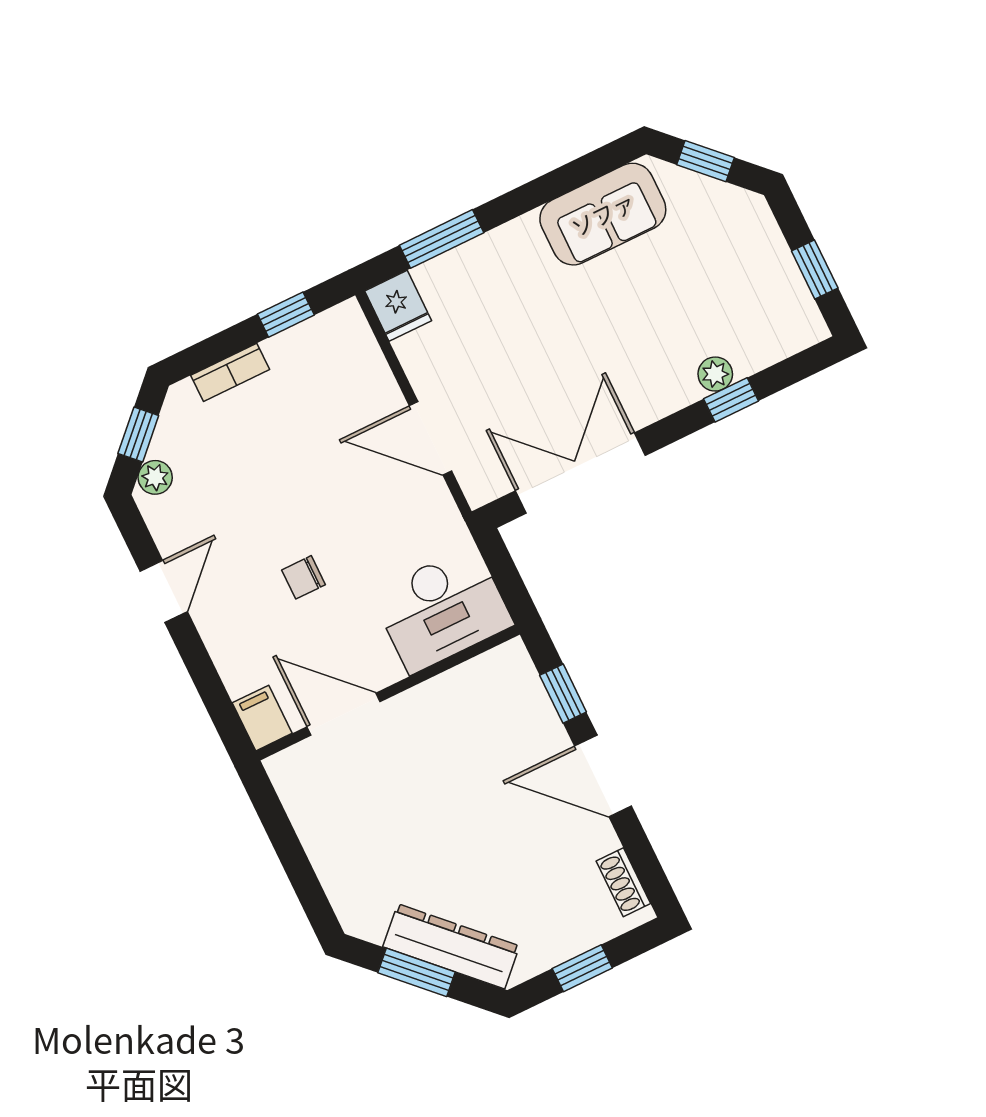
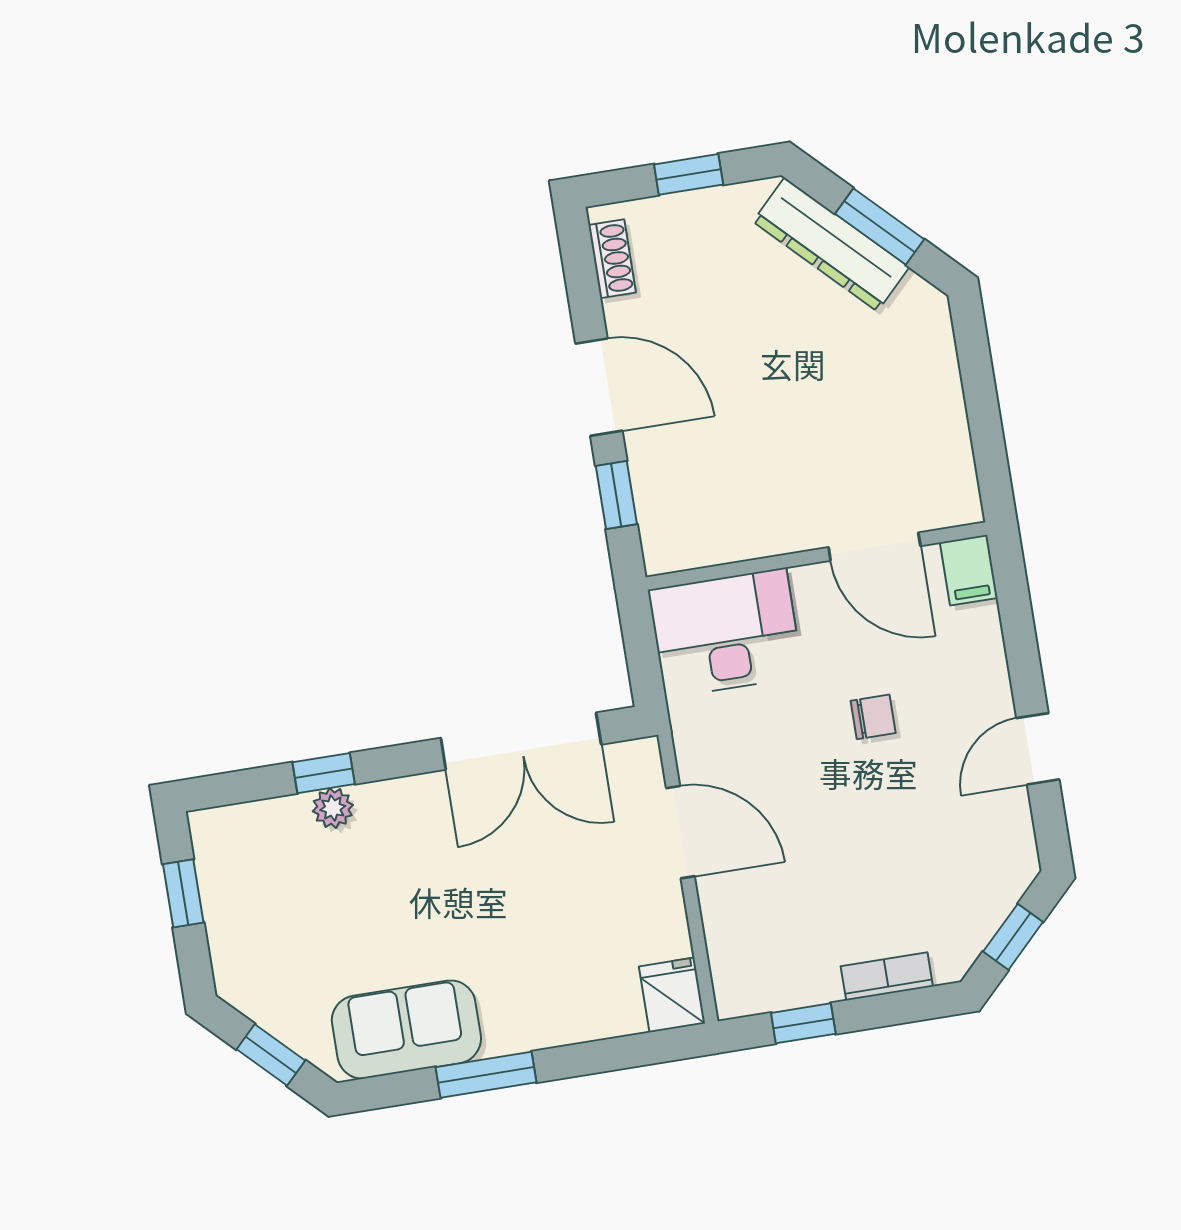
window: (442, 239) -> (486, 1075), moved
plant: (155, 477) -> (1009, 882), removed

